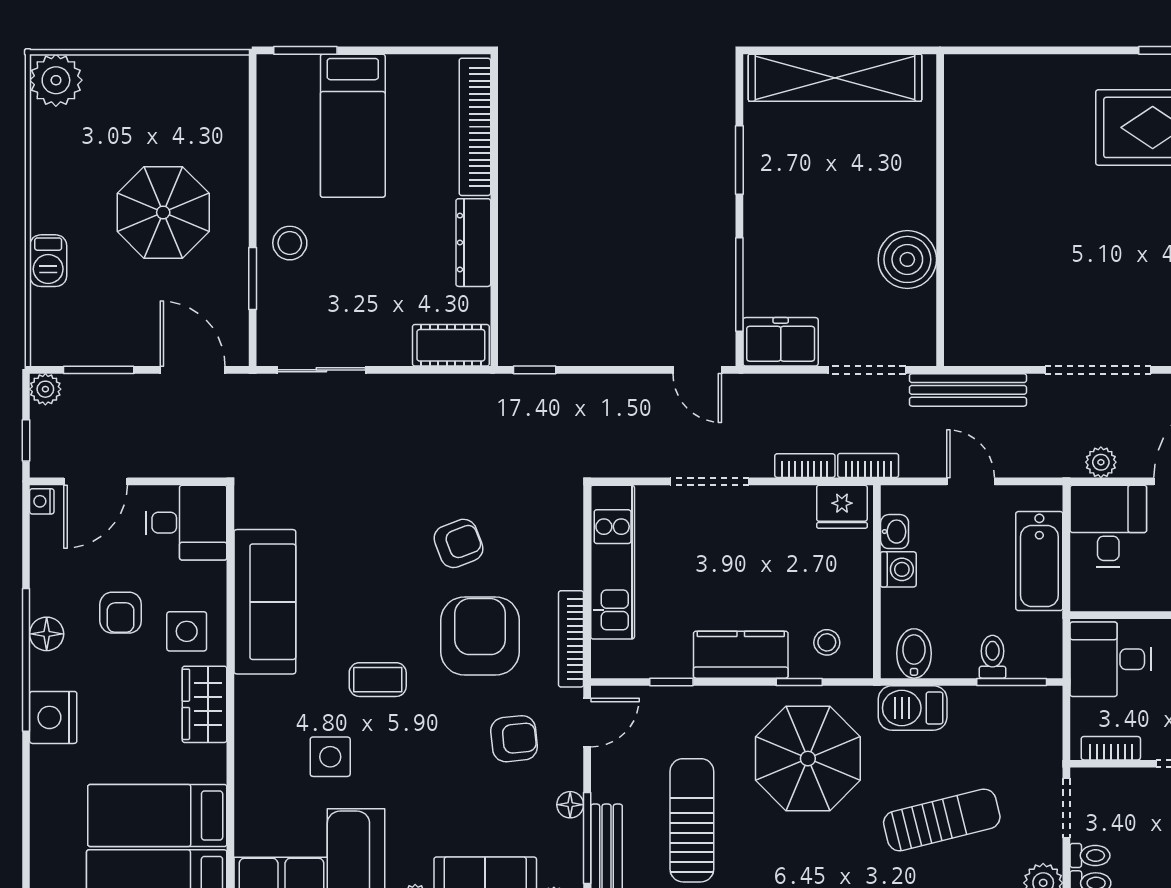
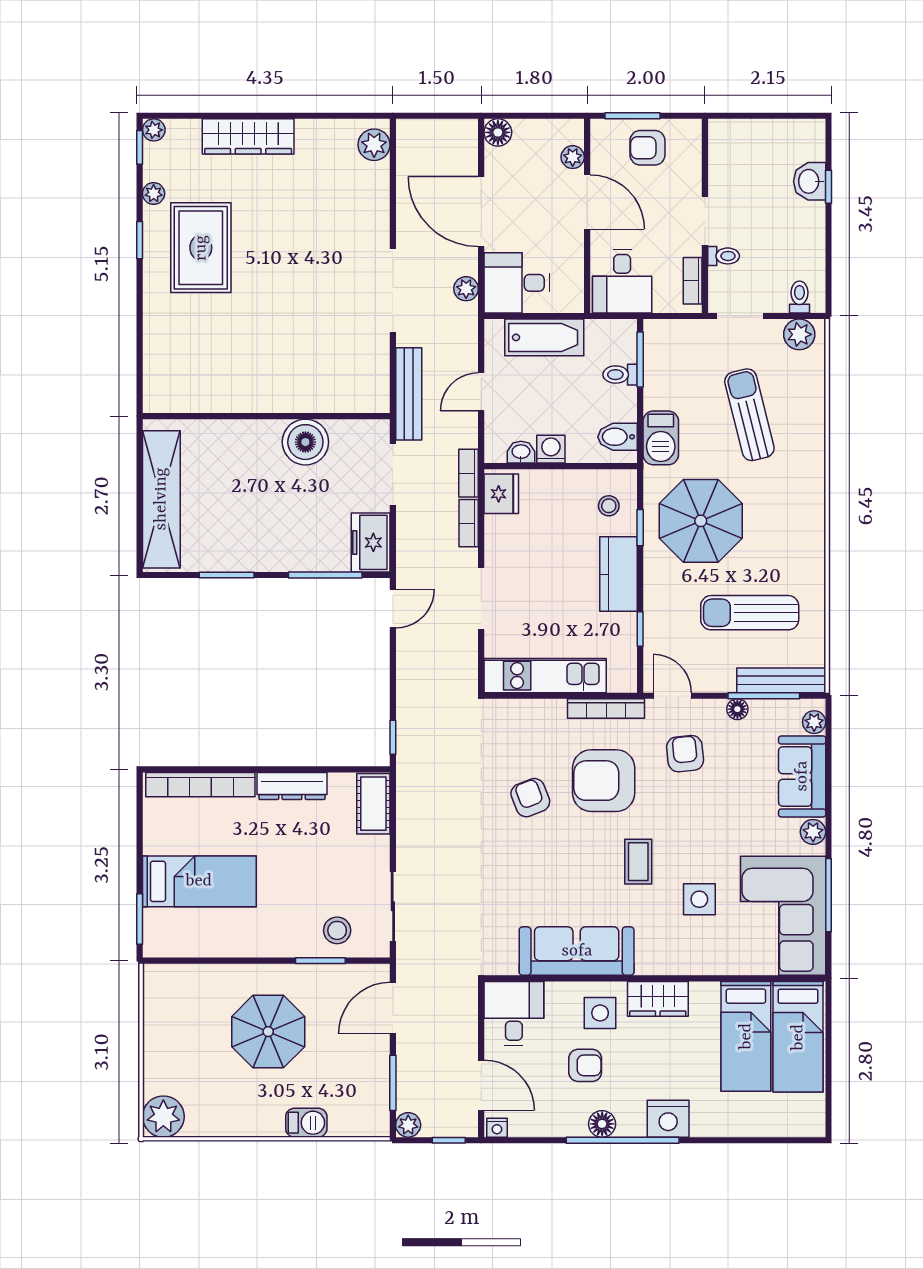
stool: (290, 243) -> (337, 930), moved
toilet: (1090, 856) -> (724, 256), moved, turned 90

